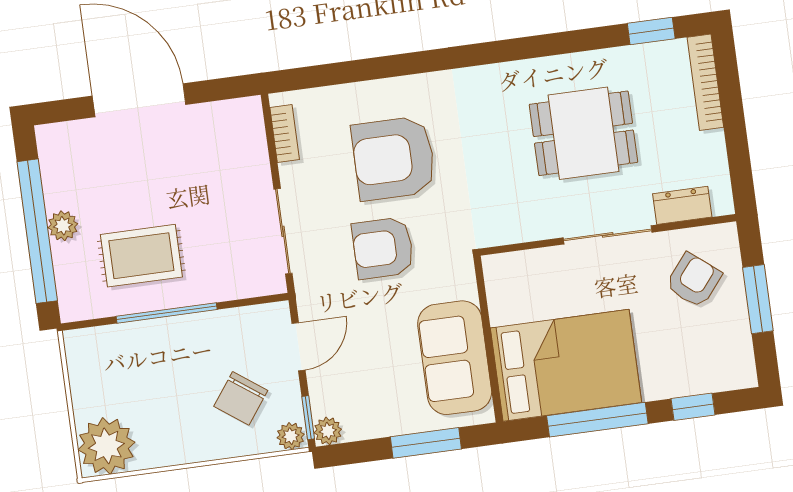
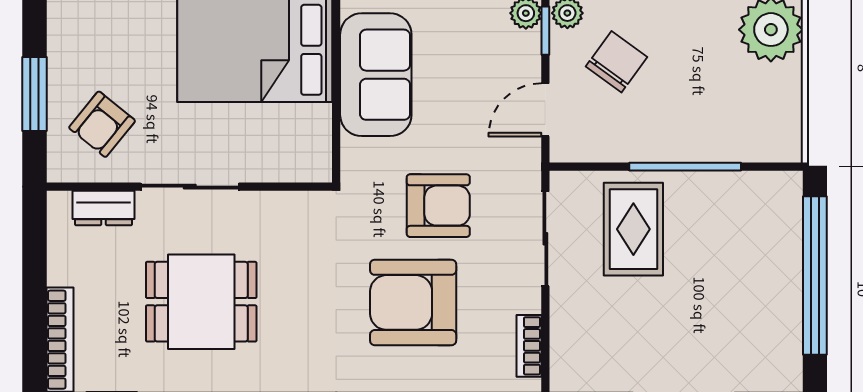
armchair: (394, 158) -> (413, 302), turned 180
plant: (63, 226) -> (786, 278), removed
rug: (141, 256) -> (633, 229), moved, turned 90

